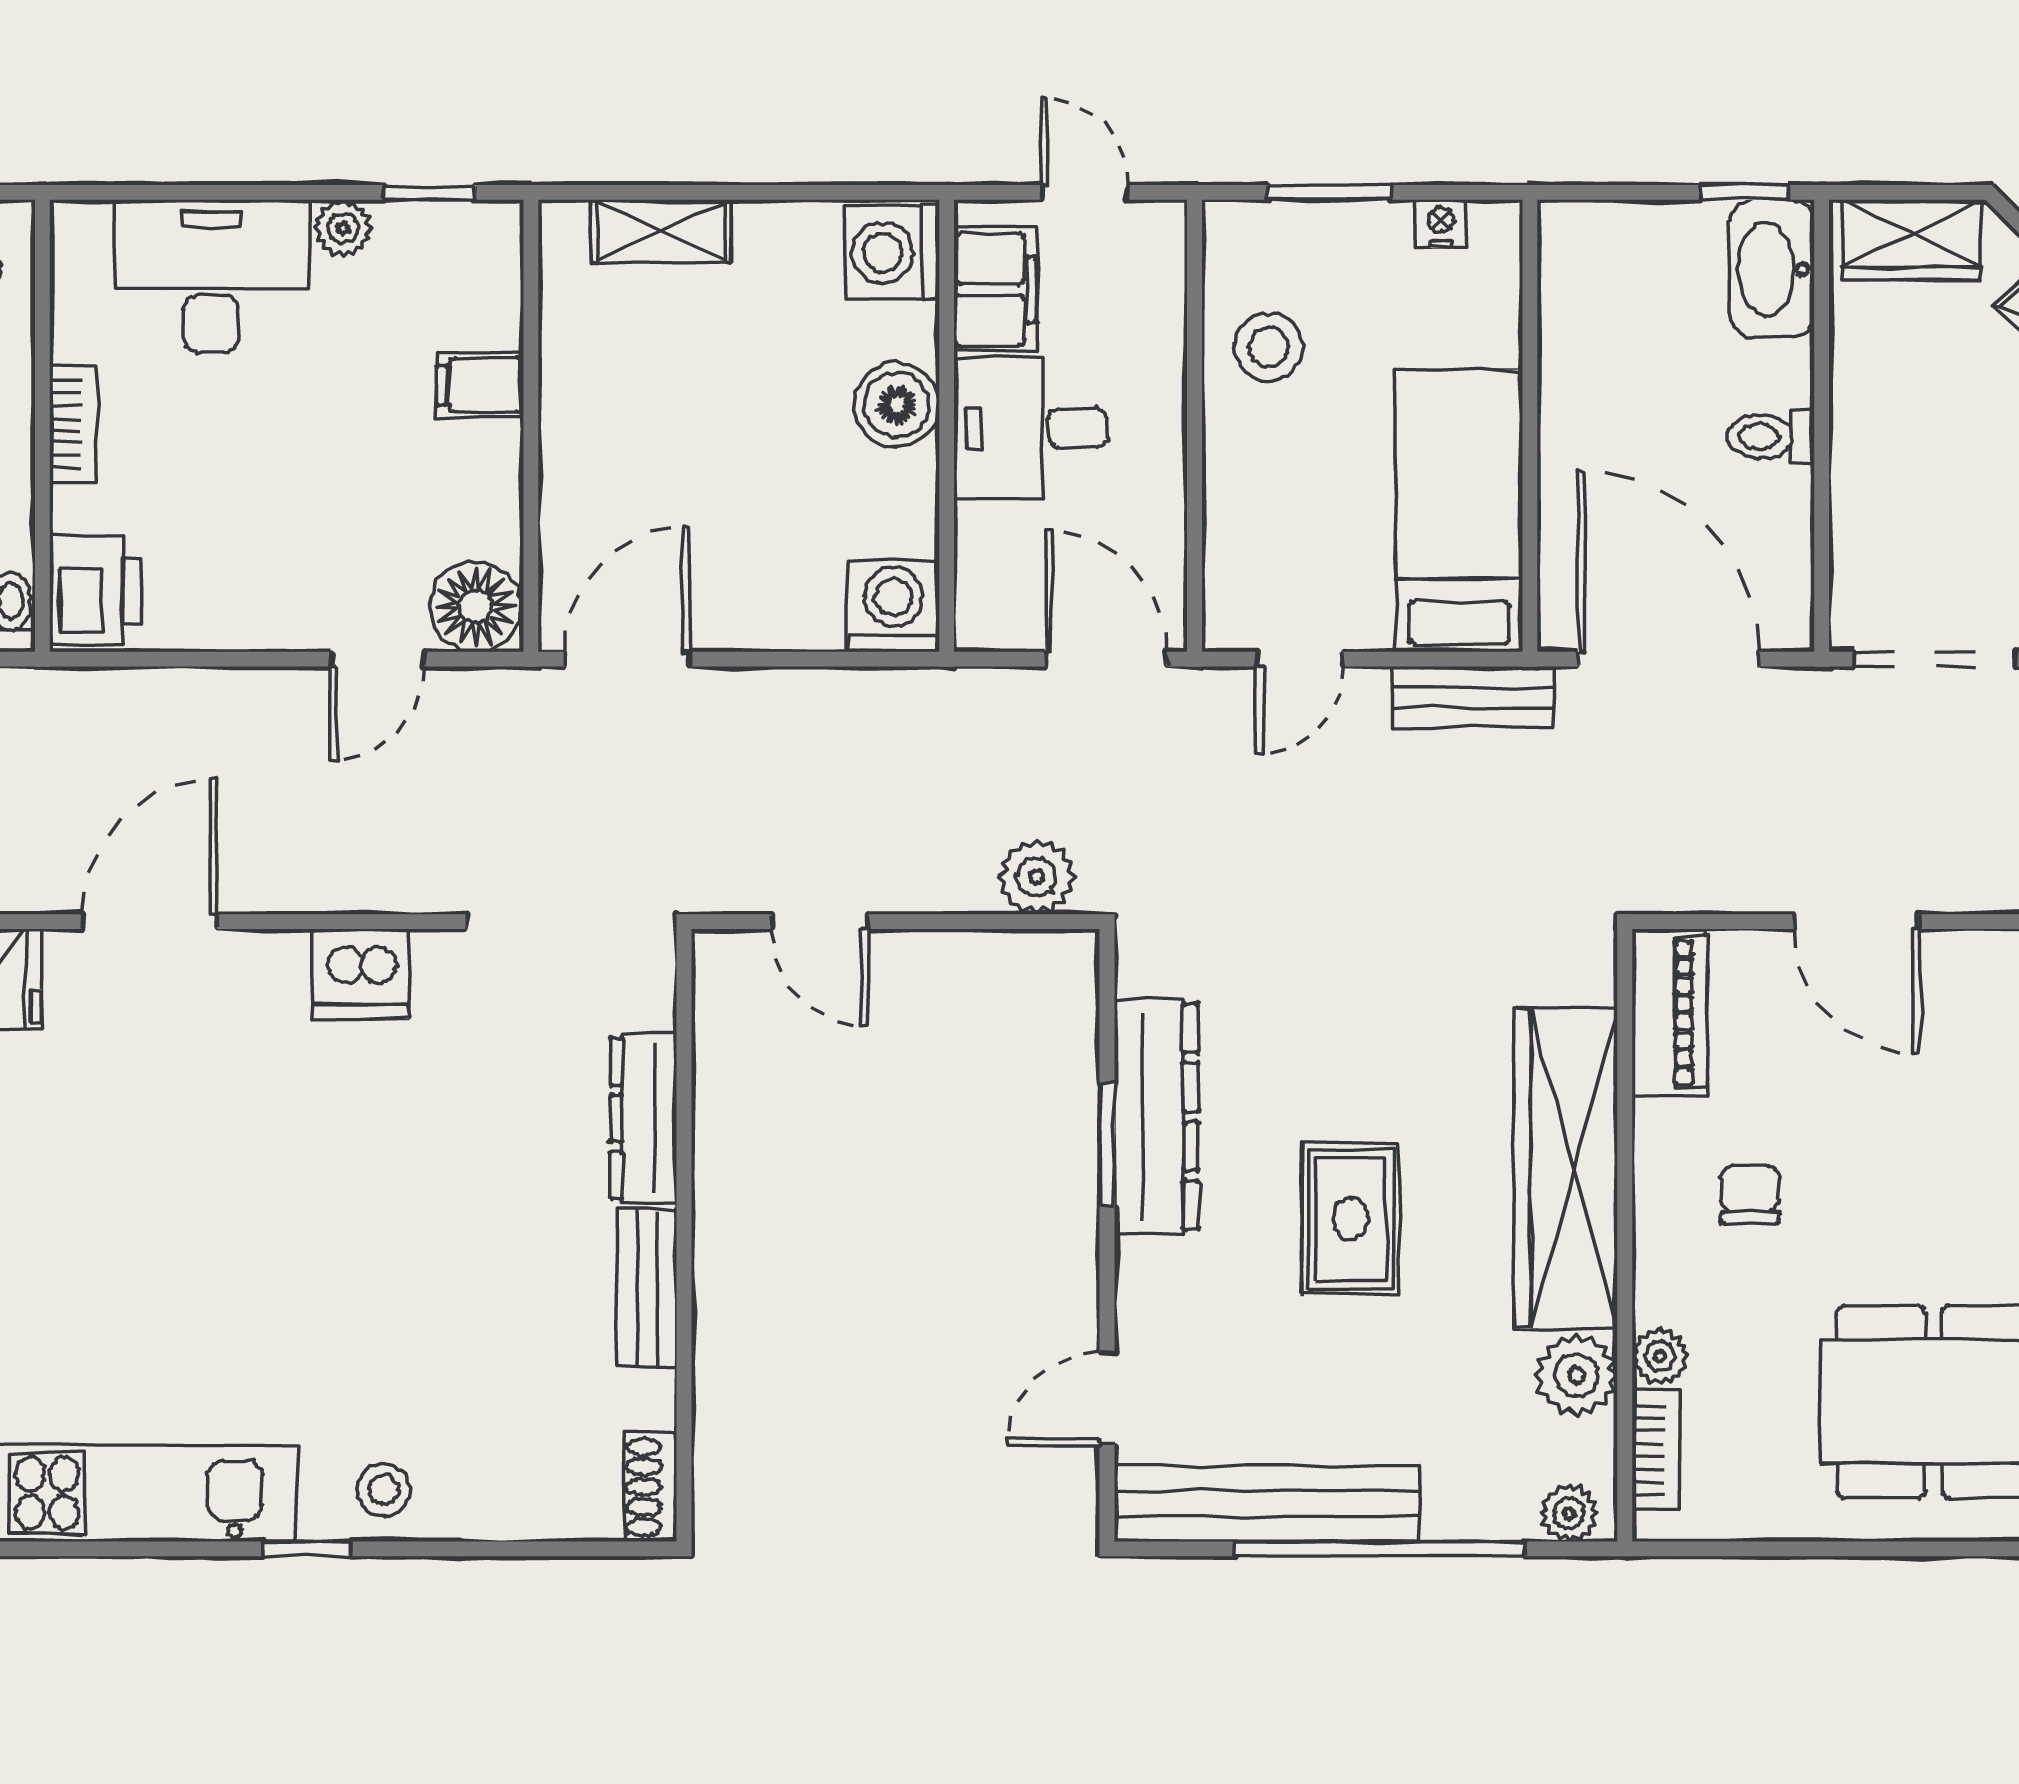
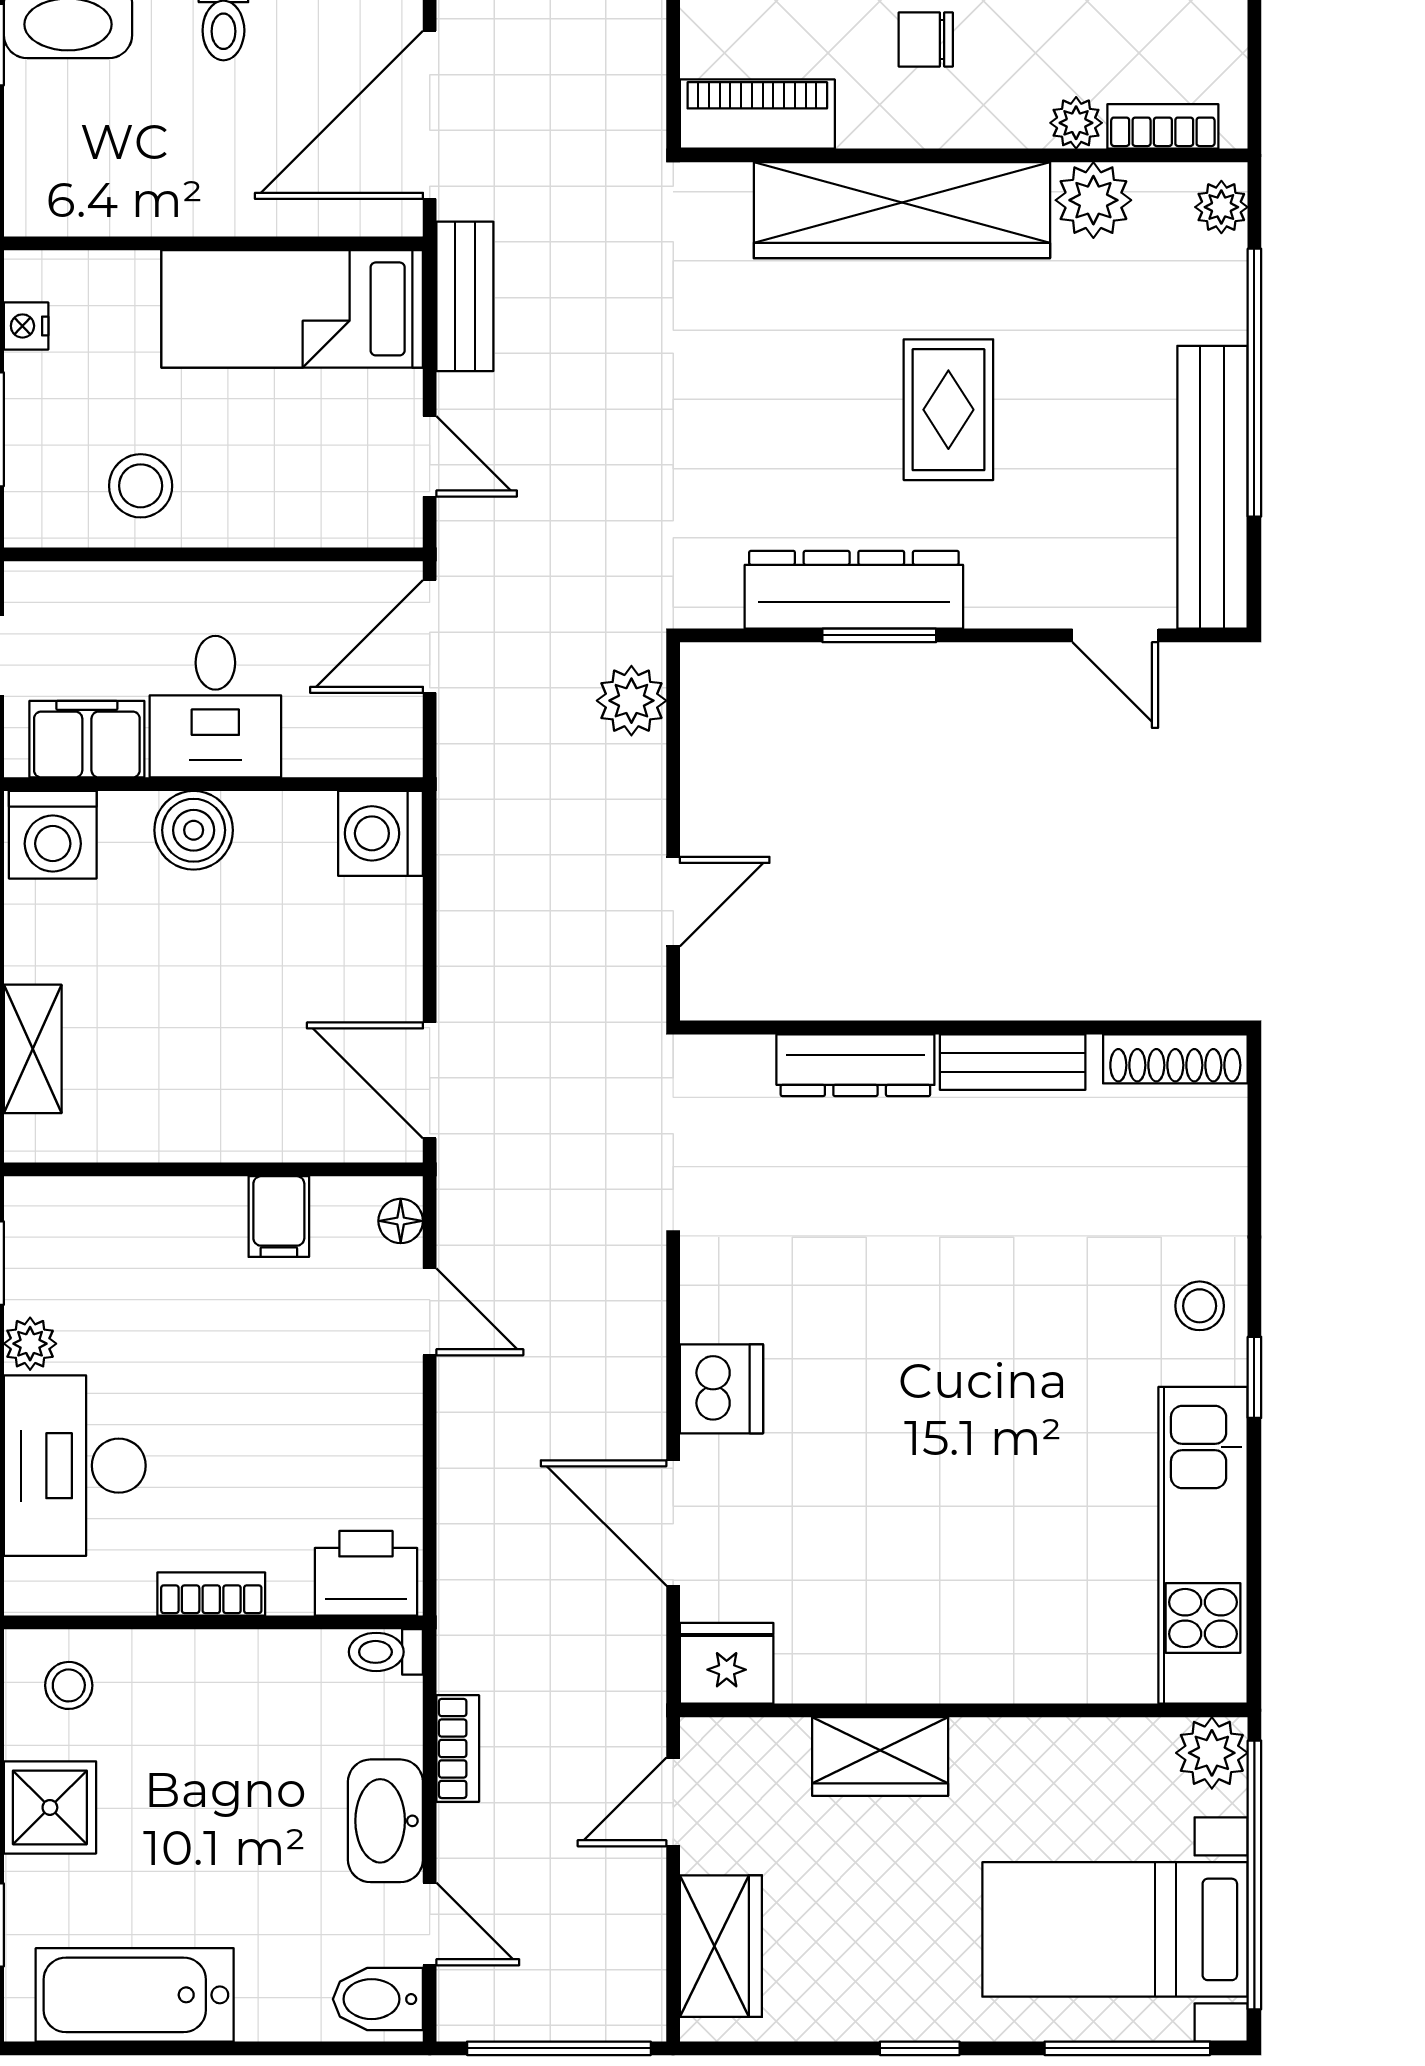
filing cabinet: (480, 385) -> (279, 1217), moved
floor lamp: (475, 607) -> (401, 1221), width x0.53, depth x0.53
dishwasher: (361, 974) -> (721, 1389), moved
rug: (1350, 1219) -> (948, 410), turned 90
shoe rack: (650, 1487) -> (1175, 1059), width x1.43

